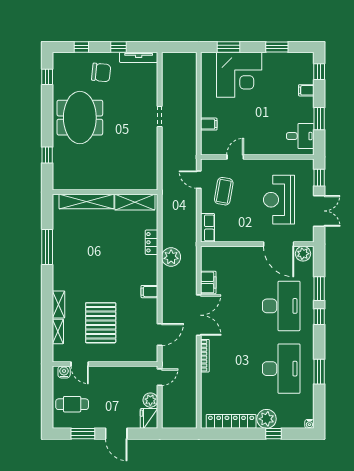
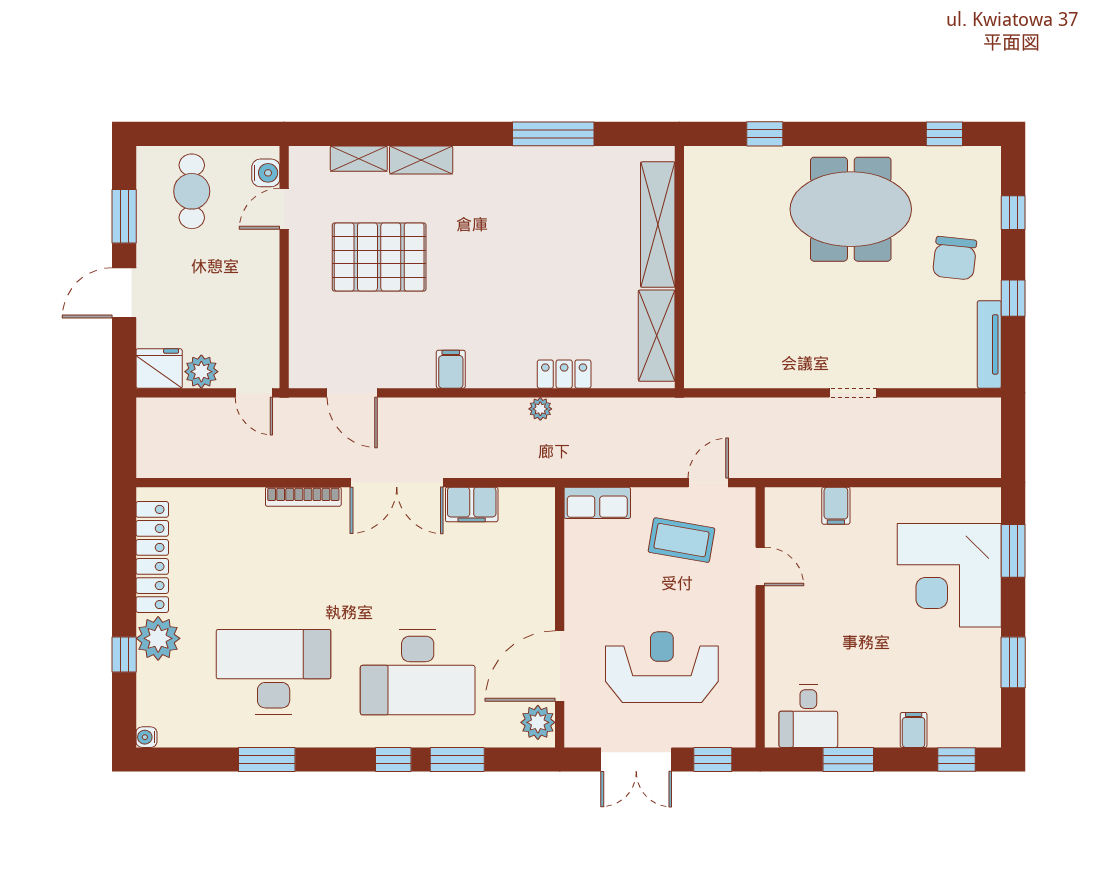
plant: (171, 257) -> (540, 409), width x0.53, depth x0.53
desk: (281, 369) -> (274, 672), turned 180

